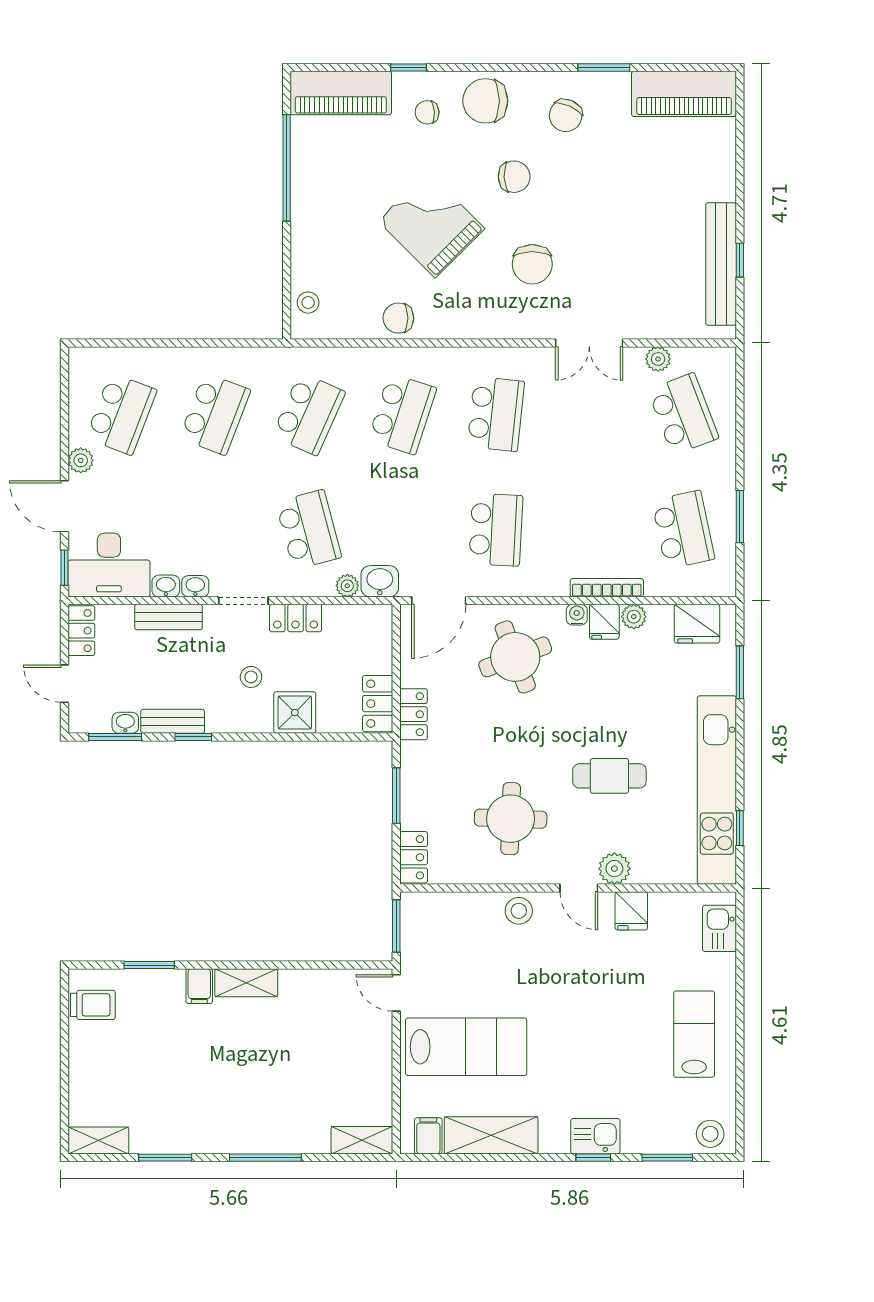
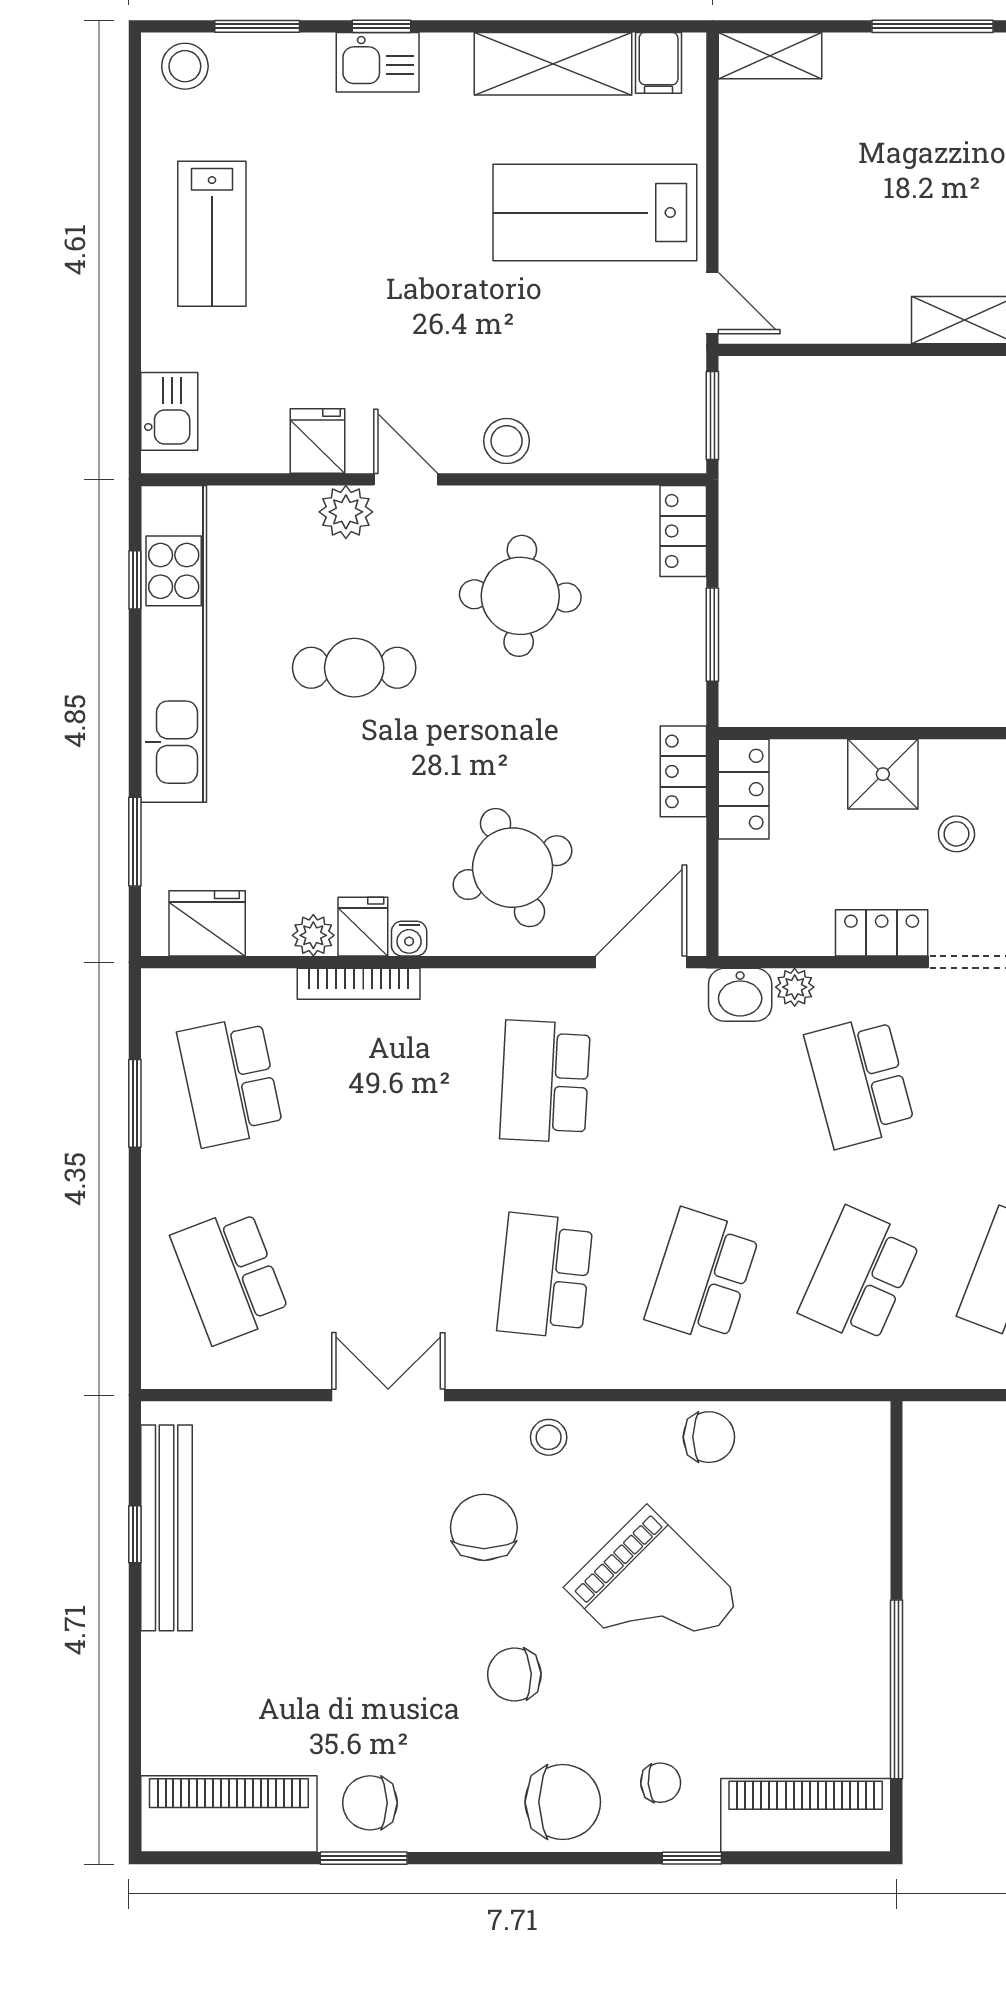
chair: (566, 115) -> (370, 1803), moved, turned -114
stool: (308, 303) -> (549, 1437), moved
plant: (658, 359) -> (273, 1368), removed

